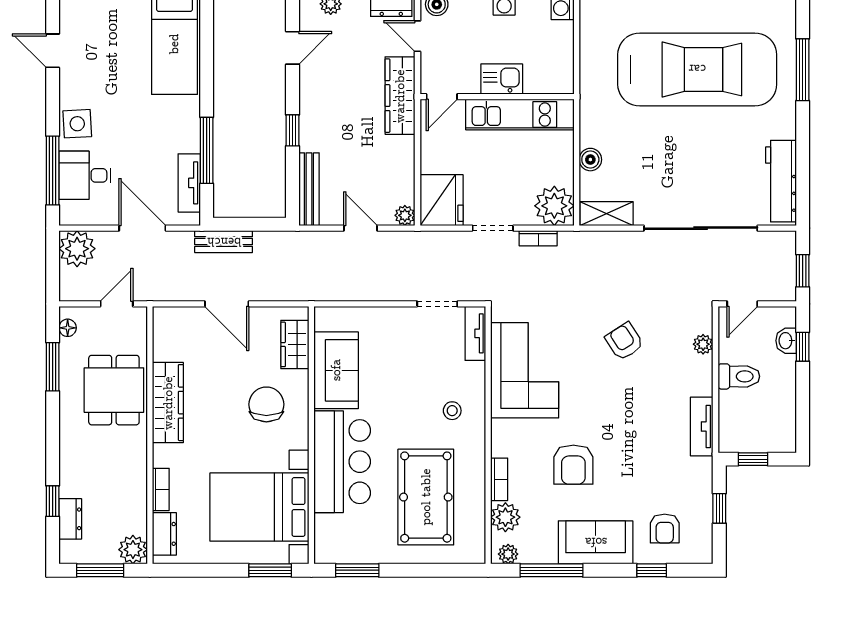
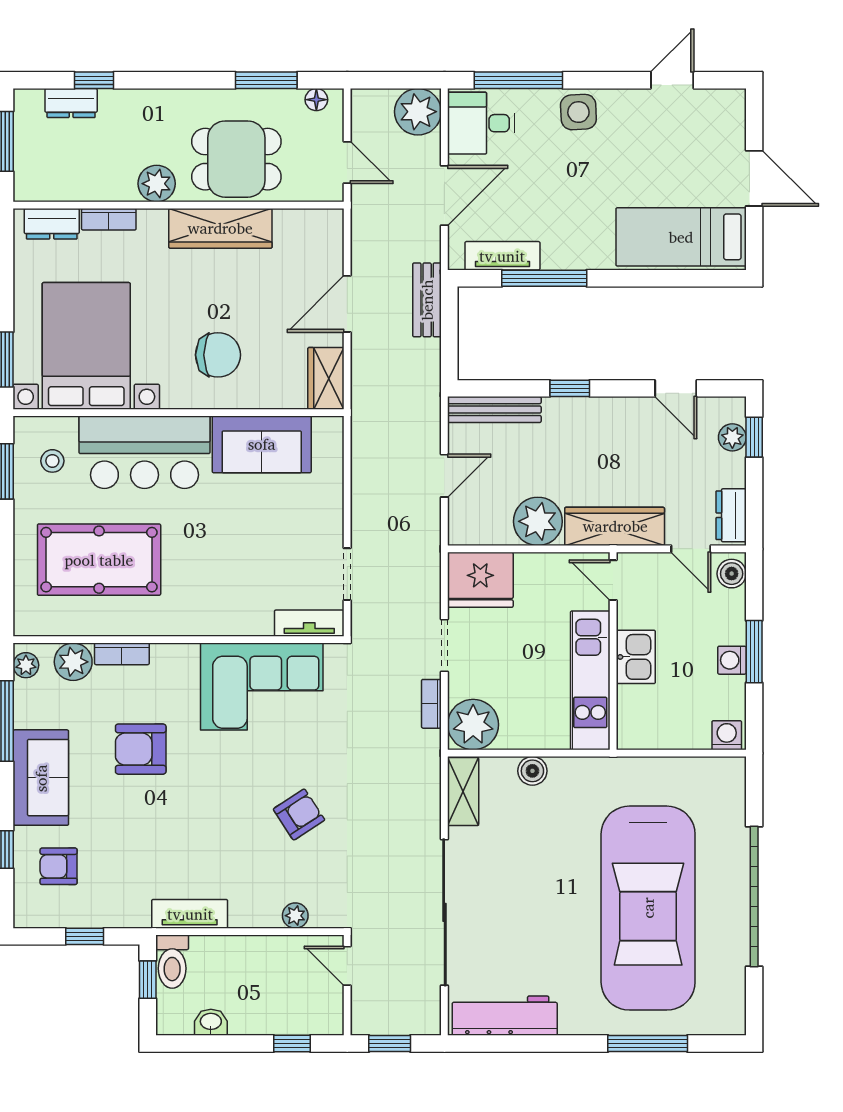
door: (417, 36) -> (691, 549), swing flipped
desk: (85, 175) -> (481, 123), moved, turned -90
plant: (405, 215) -> (538, 521), moved, width x1.87, depth x1.87
washbasin: (786, 341) -> (211, 1022), moved
wardrobe: (295, 344) -> (326, 378), moved, turned -90
toilet: (739, 376) -> (172, 962), moved
stool: (452, 411) -> (52, 461), moved
plant: (133, 550) -> (157, 184), moved

